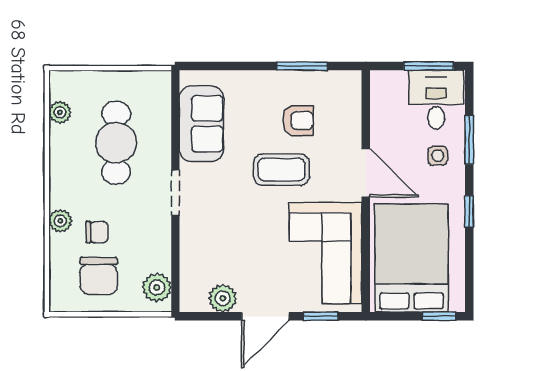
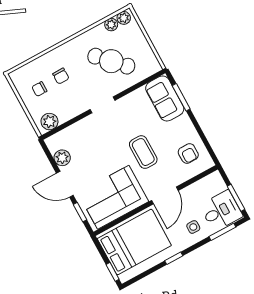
window: (302, 66) -> (181, 97), moved
armchair: (298, 121) -> (188, 153), moved
sofa: (202, 124) -> (165, 99), moved, turned 90
window: (469, 140) -> (222, 232), moved
cafe table: (116, 143) -> (111, 61), turned 46
plant: (60, 221) -> (124, 18), moved
chair: (99, 276) -> (39, 89), width x0.54, depth x0.54

